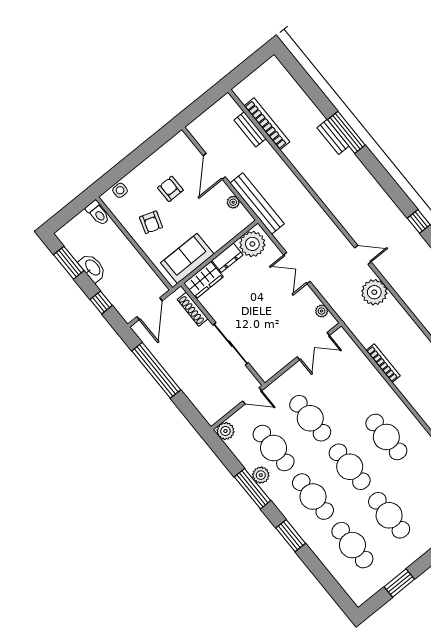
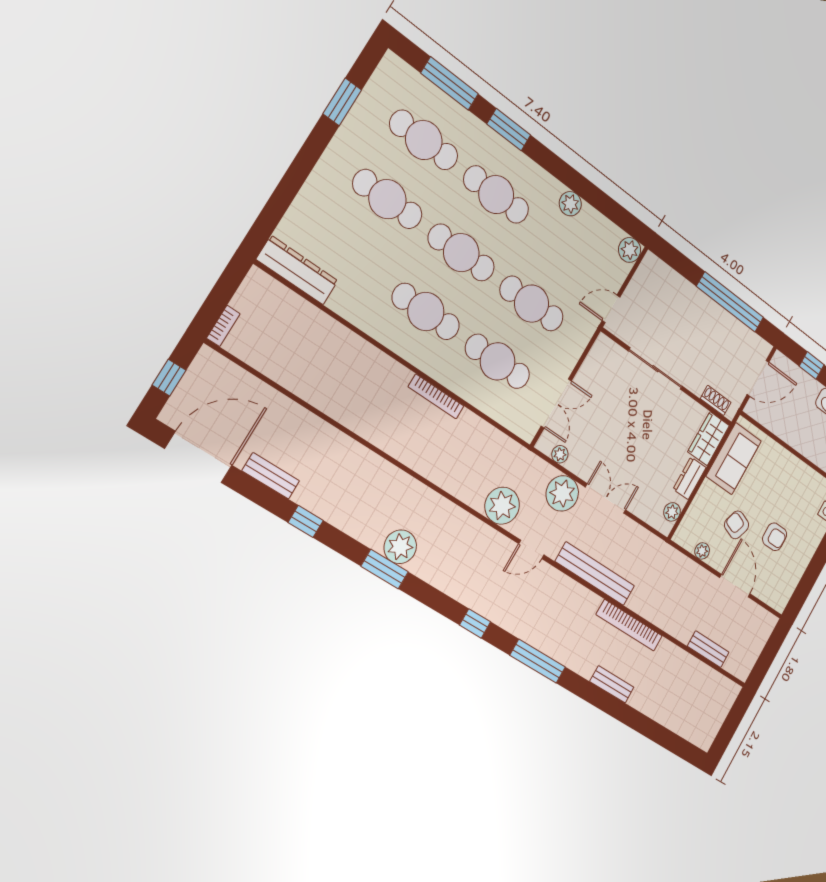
bookcase: (267, 124) -> (629, 625), moved
window: (346, 132) -> (538, 661), moved
bench: (257, 203) -> (595, 574), moved
armchair: (151, 222) -> (737, 525), moved
plant: (252, 244) -> (672, 512), width x0.53, depth x0.53
plant: (328, 284) -> (562, 493), added
door: (150, 309) -> (758, 378), swing flipped
shoe rack: (193, 309) -> (716, 400), width x0.70
double door: (313, 346) -> (556, 403), swing flipped
bookcase: (383, 363) -> (436, 396), moved
cafe table: (274, 448) -> (498, 361), moved
window: (253, 489) -> (450, 83), moved

